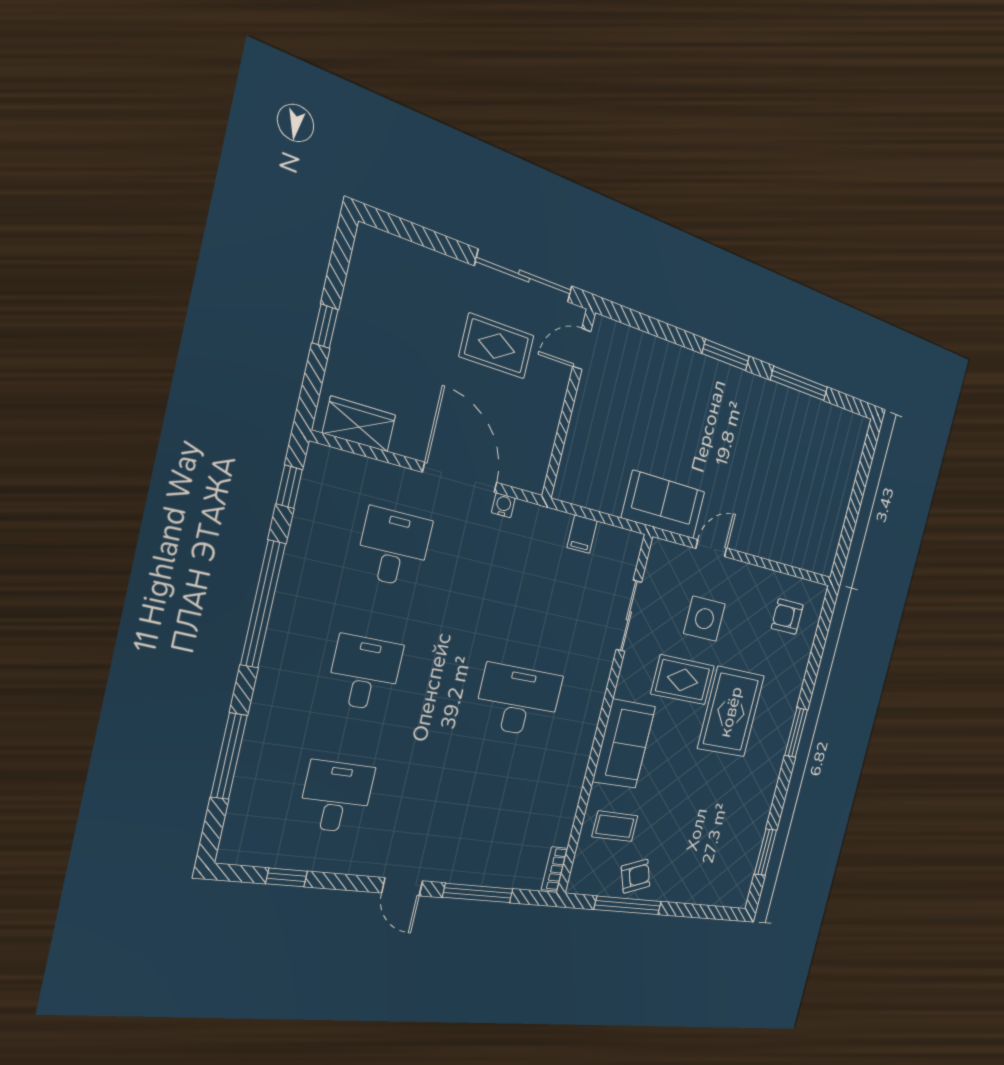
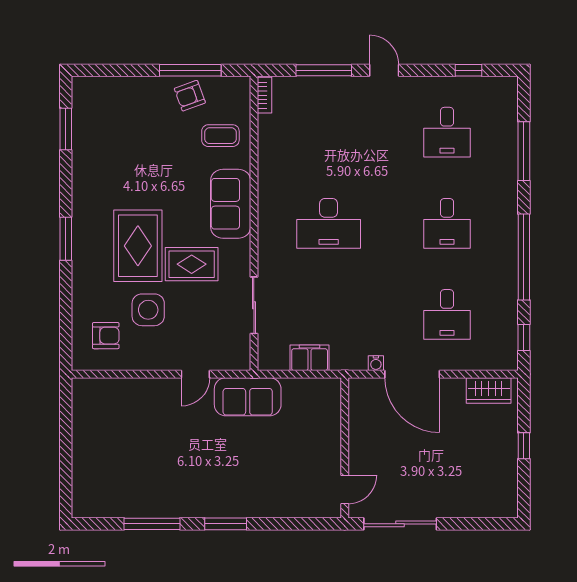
rug: (497, 346) -> (408, 471), removed
filing cabinet: (582, 534) -> (310, 358), width x2.00
side table: (704, 619) -> (148, 310), moved

